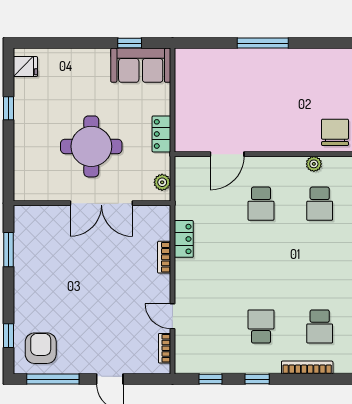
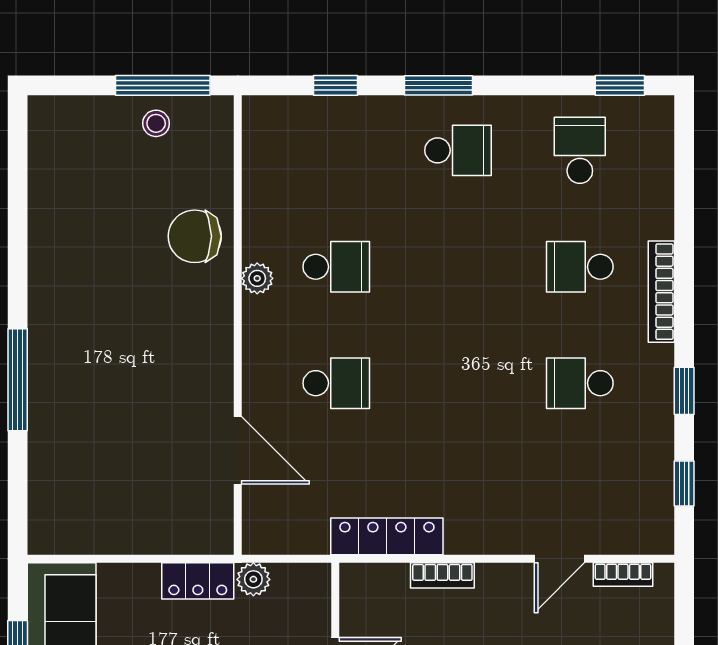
plant: (162, 182) -> (253, 579), moved
locker: (184, 239) -> (387, 536), width x1.53
school desk: (320, 326) -> (580, 267), turned 180

